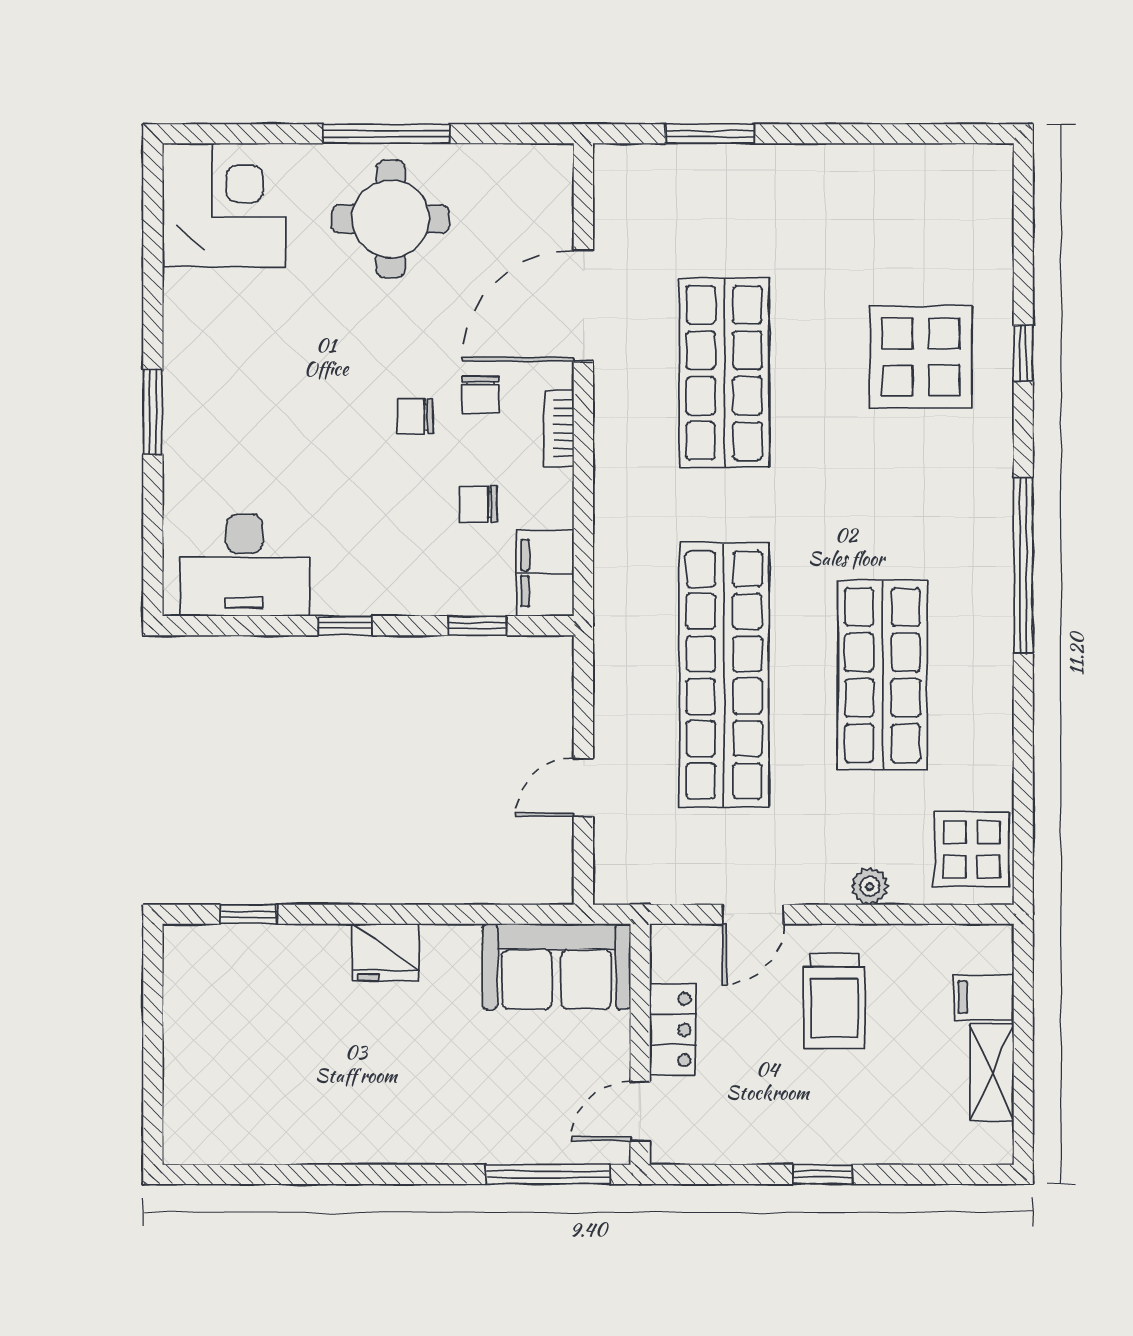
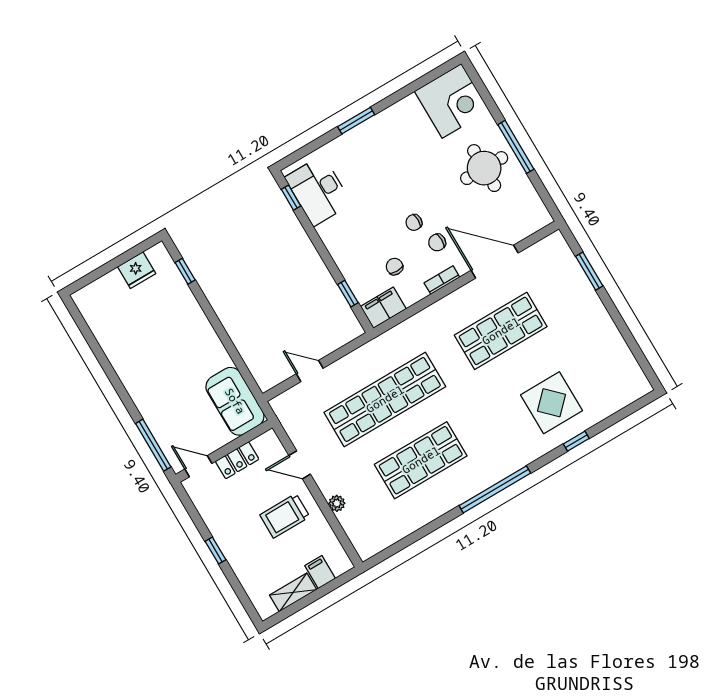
chair: (415, 417) -> (414, 222), turned -90
window: (345, 626) -> (291, 198), moved
display table: (971, 849) -> (374, 534), removed
fridge: (386, 952) -> (137, 270), moved, turned -90

